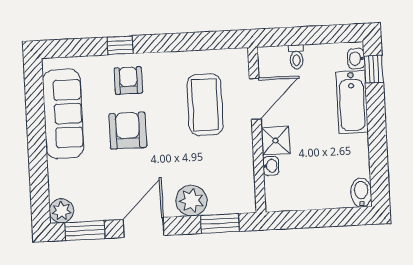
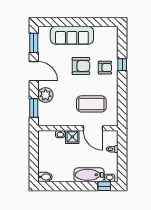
sofa: (63, 114) -> (72, 35), moved
plant: (61, 211) -> (44, 32), removed

